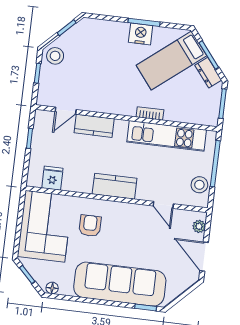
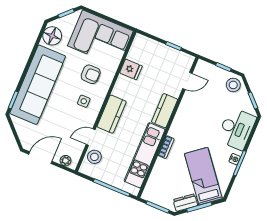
nightstand: (141, 34) -> (235, 159), width x0.53, depth x0.56
desk: (105, 37) -> (237, 129), added
door: (66, 111) -> (187, 81), swing flipped
kitchen counter: (94, 126) -> (165, 111), moved
fridge: (52, 178) -> (131, 69), moved
stool: (199, 185) -> (94, 157), moved
kitchen counter: (115, 186) -> (112, 114), moved
side table: (124, 225) -> (84, 101), added
floor lamp: (52, 288) -> (52, 36), width x1.89, depth x1.89

